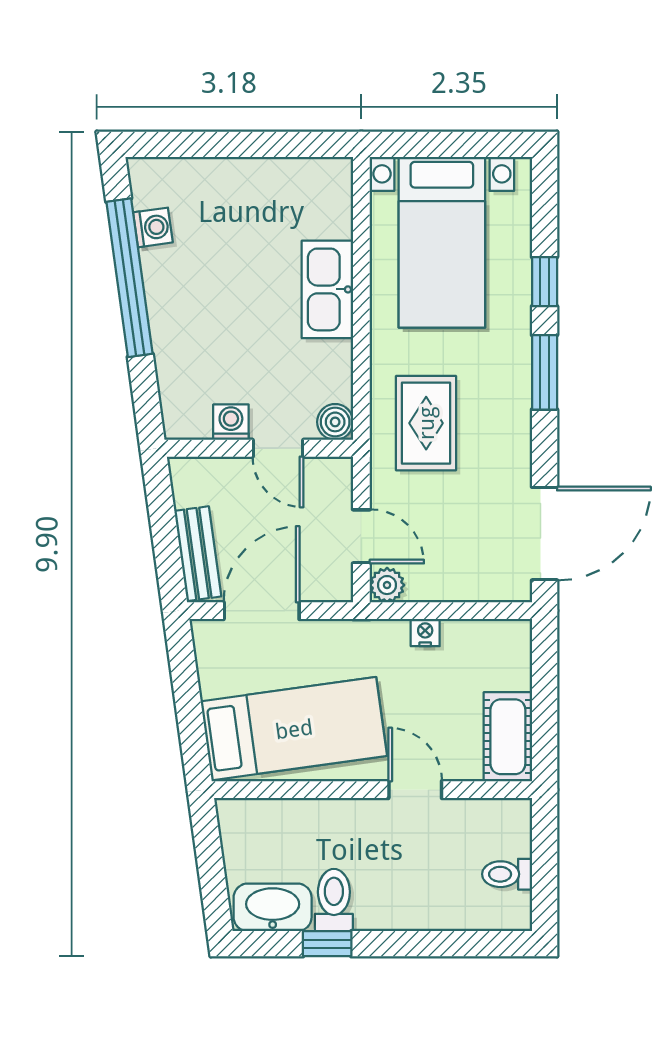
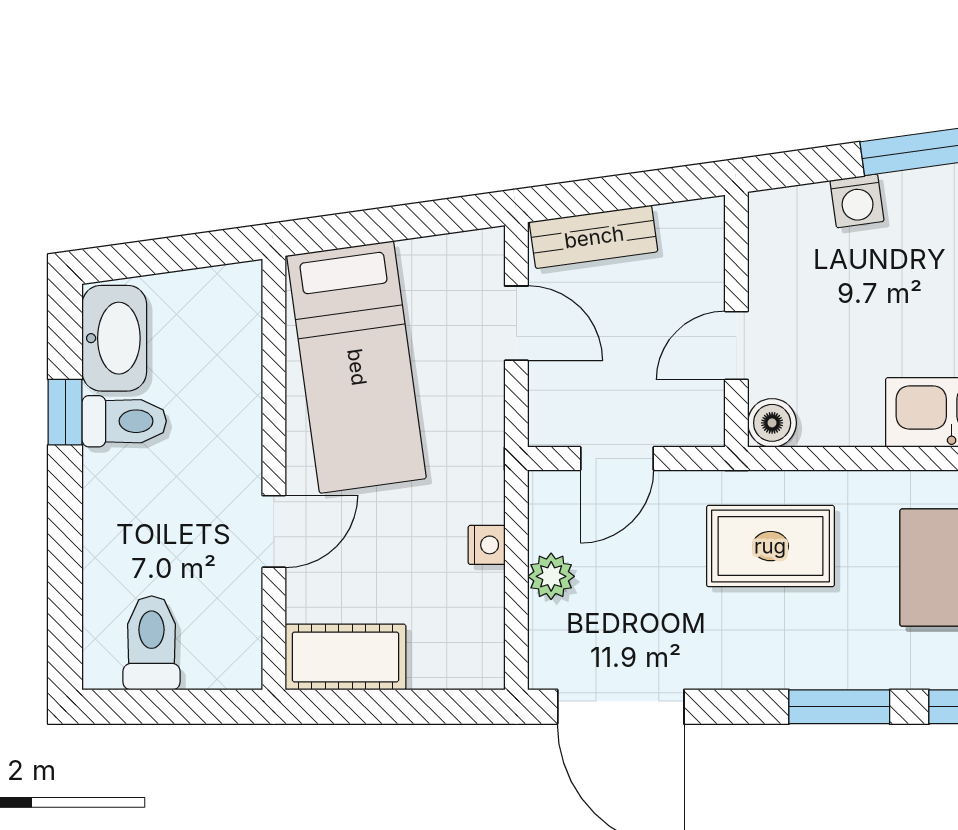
washing machine: (231, 422) -> (857, 201), moved, turned 82
plant: (387, 585) -> (551, 576), moved
door: (262, 611) -> (516, 323), width x0.73
toilet: (507, 874) -> (152, 643), width x1.37, depth x1.39

